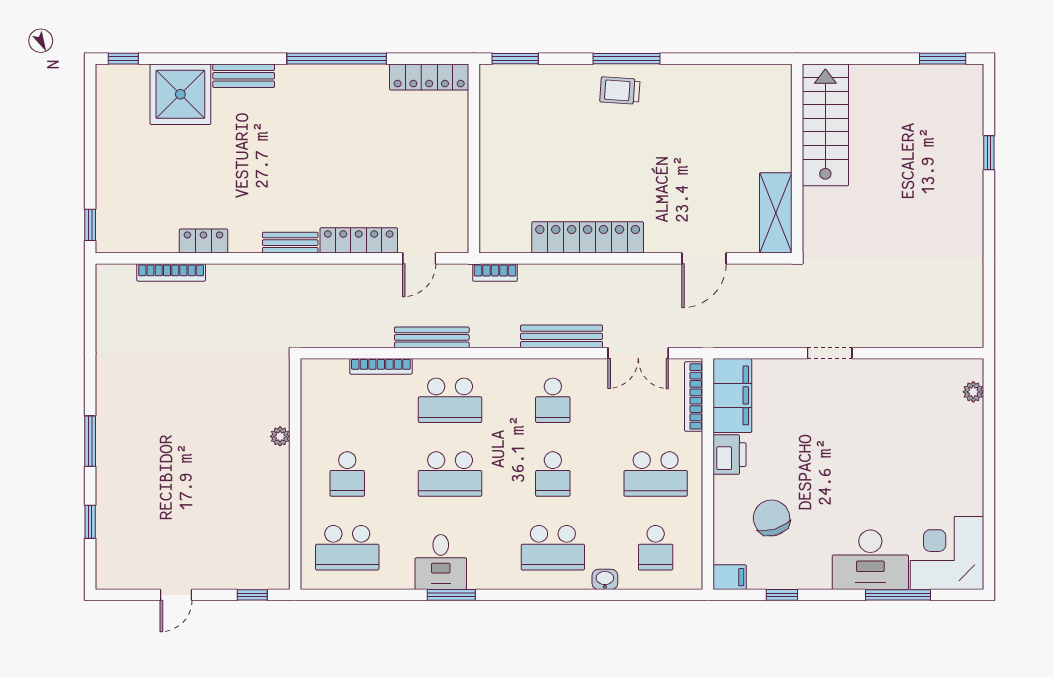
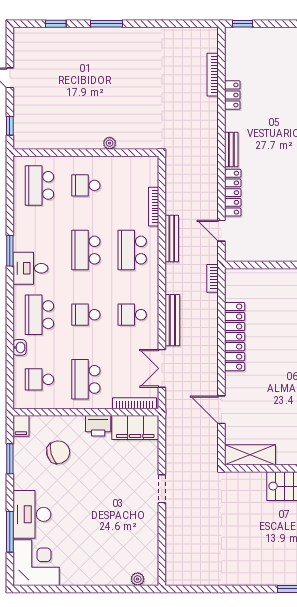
desk: (441, 562) -> (30, 268), moved
window: (782, 595) -> (10, 459), width x1.50

